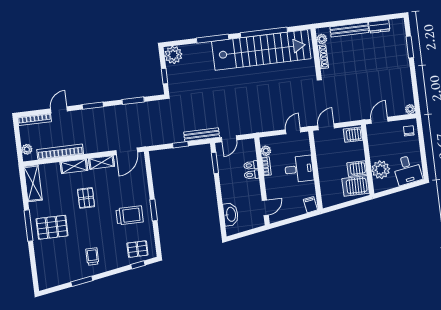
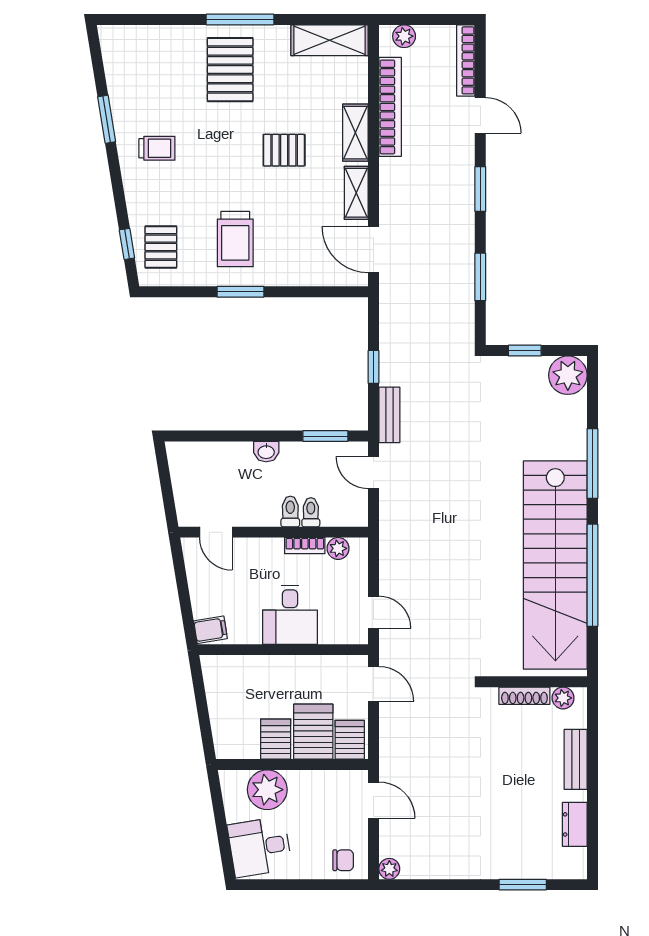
bench: (349, 30) -> (576, 759), width x0.73
bench: (202, 135) -> (389, 415), width x0.73
server rack: (356, 186) -> (313, 732), moved
washbasin: (231, 214) -> (266, 452), moved, width x0.52, depth x0.69

